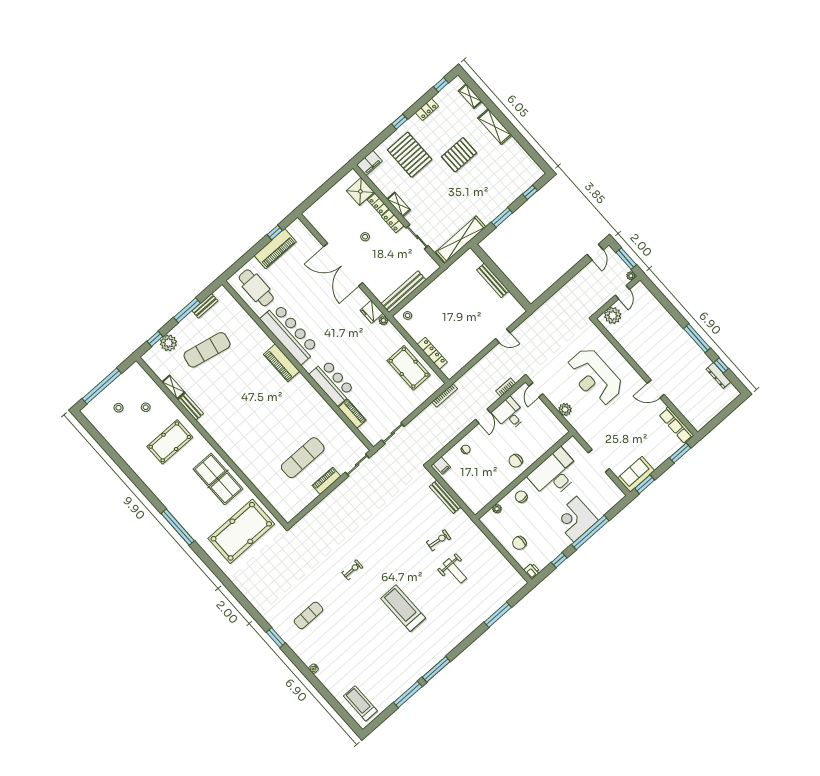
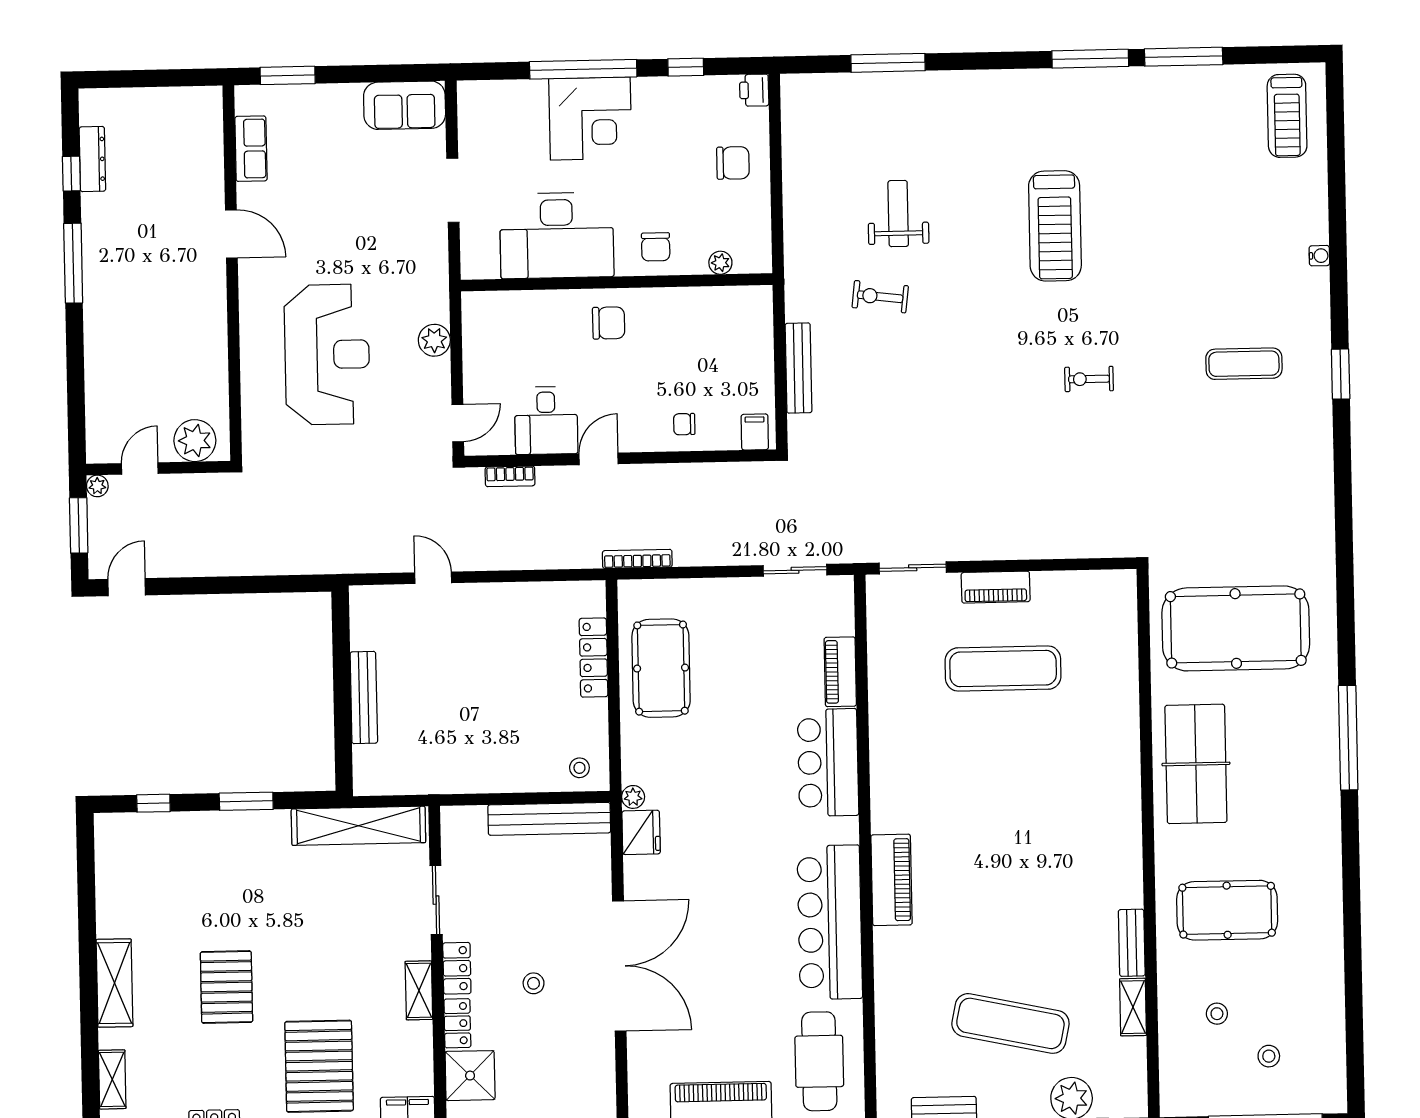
pallet: (459, 155) -> (226, 987), turned 90
row of seats: (676, 425) -> (251, 149), width x0.68
window: (645, 484) -> (404, 73), removed

